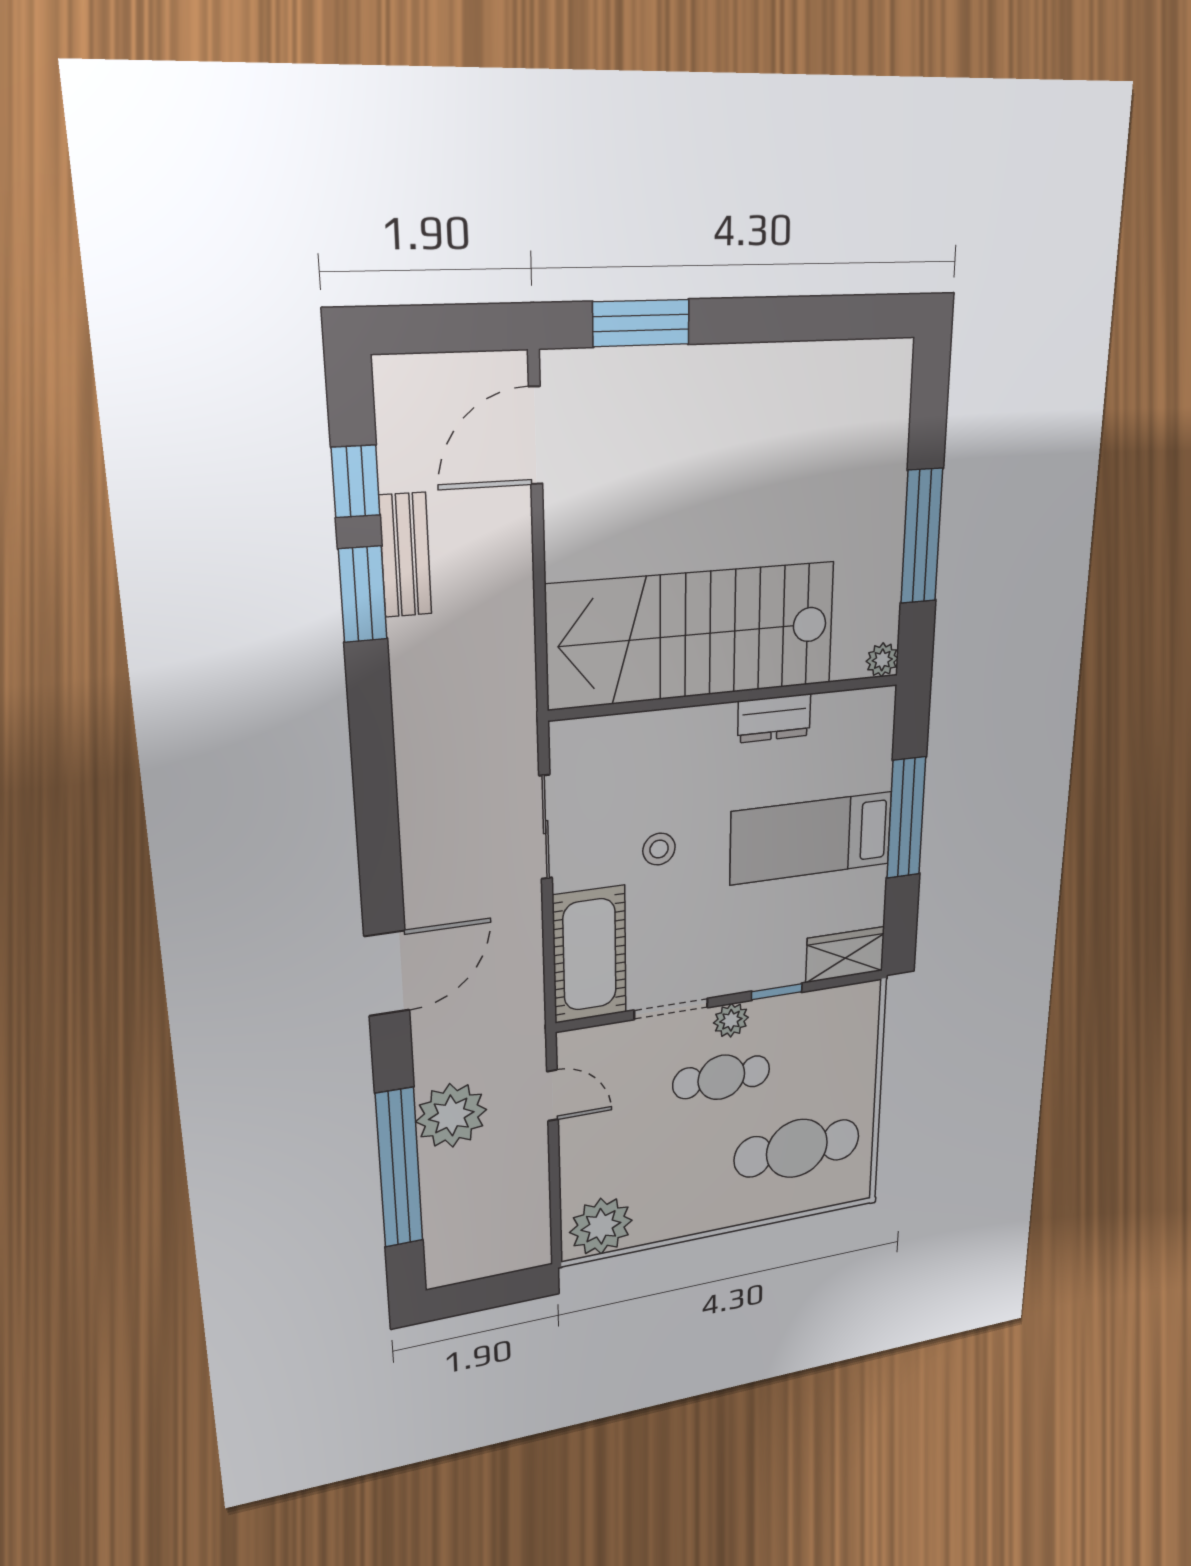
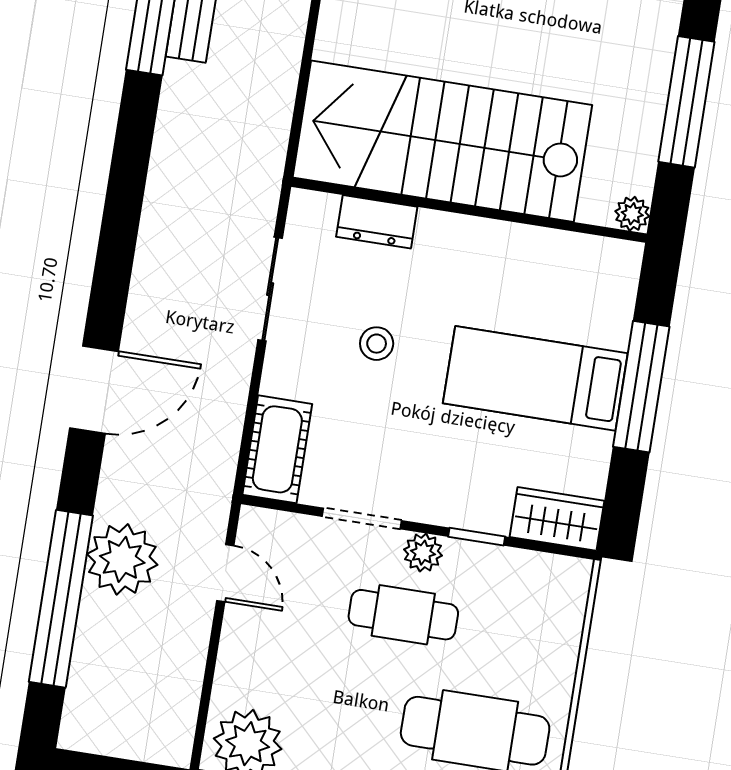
dresser: (774, 718) -> (377, 222), moved
cot: (590, 955) -> (277, 449), width x0.73, depth x0.75

